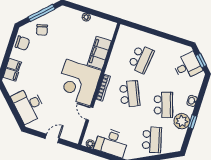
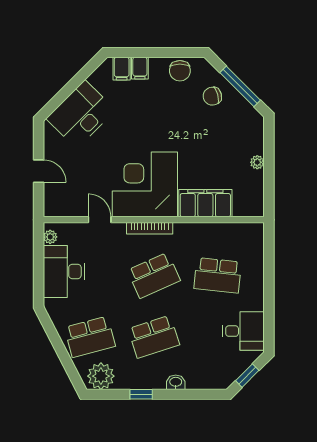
desk: (187, 66) -> (243, 331), moved, turned -45
door: (90, 114) -> (100, 220), hinge flipped
plant: (182, 121) -> (101, 376), moved

